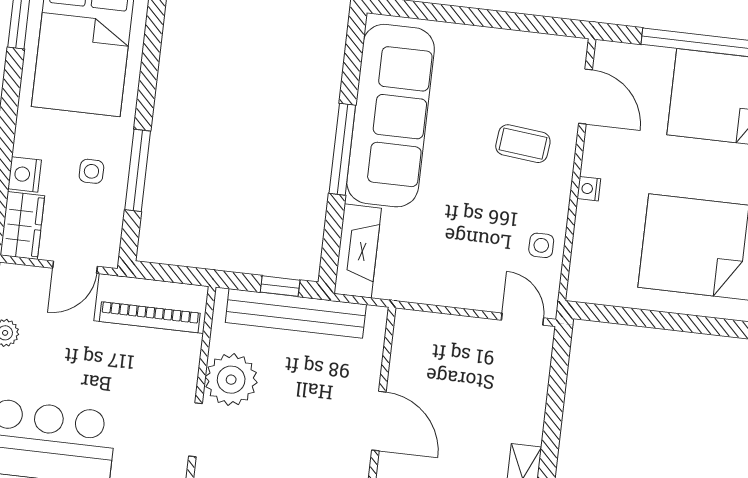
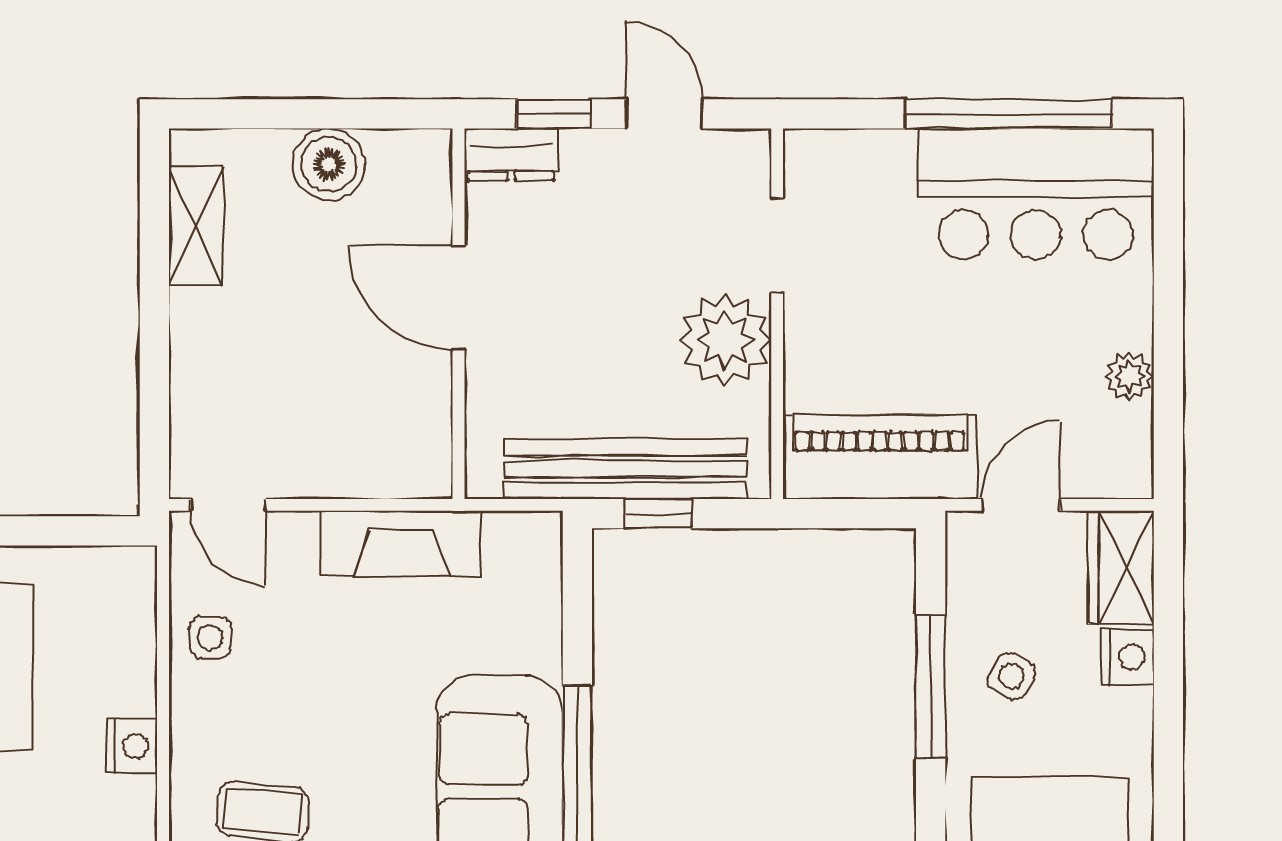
side table: (91, 171) -> (1011, 676), turned 30
nightstand: (589, 189) -> (132, 746), width x1.39, depth x1.35
fireplace: (358, 251) -> (401, 544), moved, turned -90

